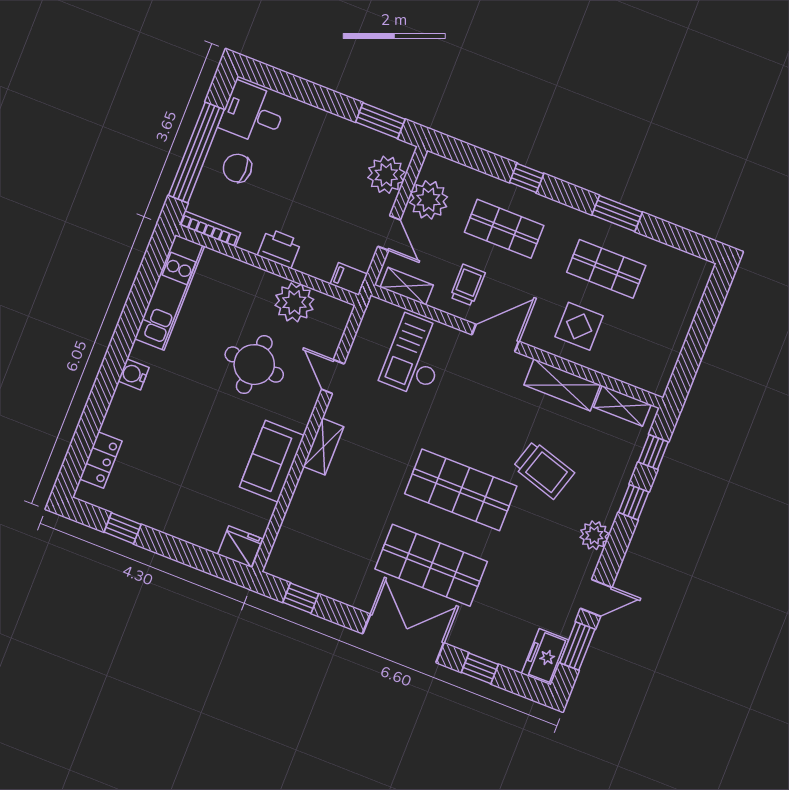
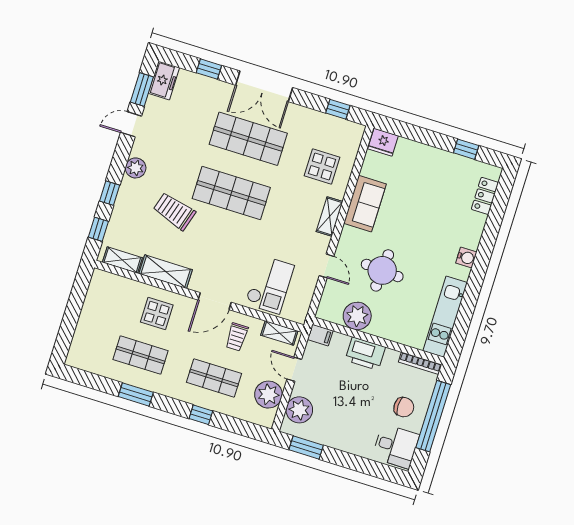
printer: (279, 248) -> (365, 354), width x1.37, depth x1.19
display table: (329, 518) -> (322, 166), added

